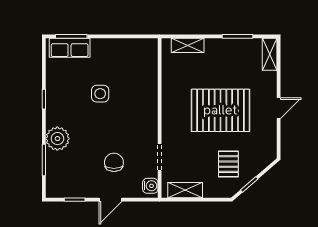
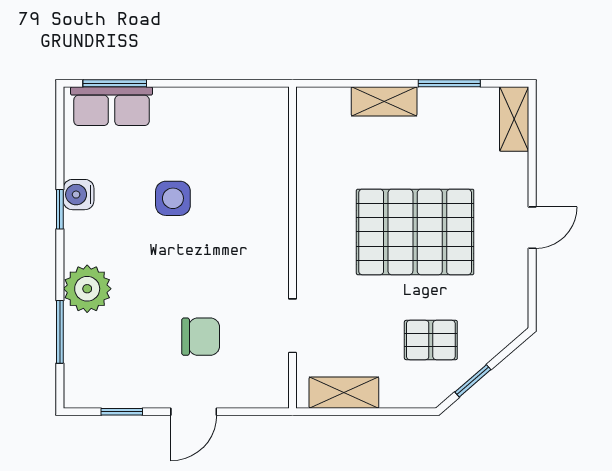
shelving: (188, 45) -> (384, 101), moved
chair: (114, 162) -> (201, 337), turned 90
pallet: (228, 164) -> (431, 340), turned 90
water cooler: (150, 186) -> (79, 195), moved, turned 180

